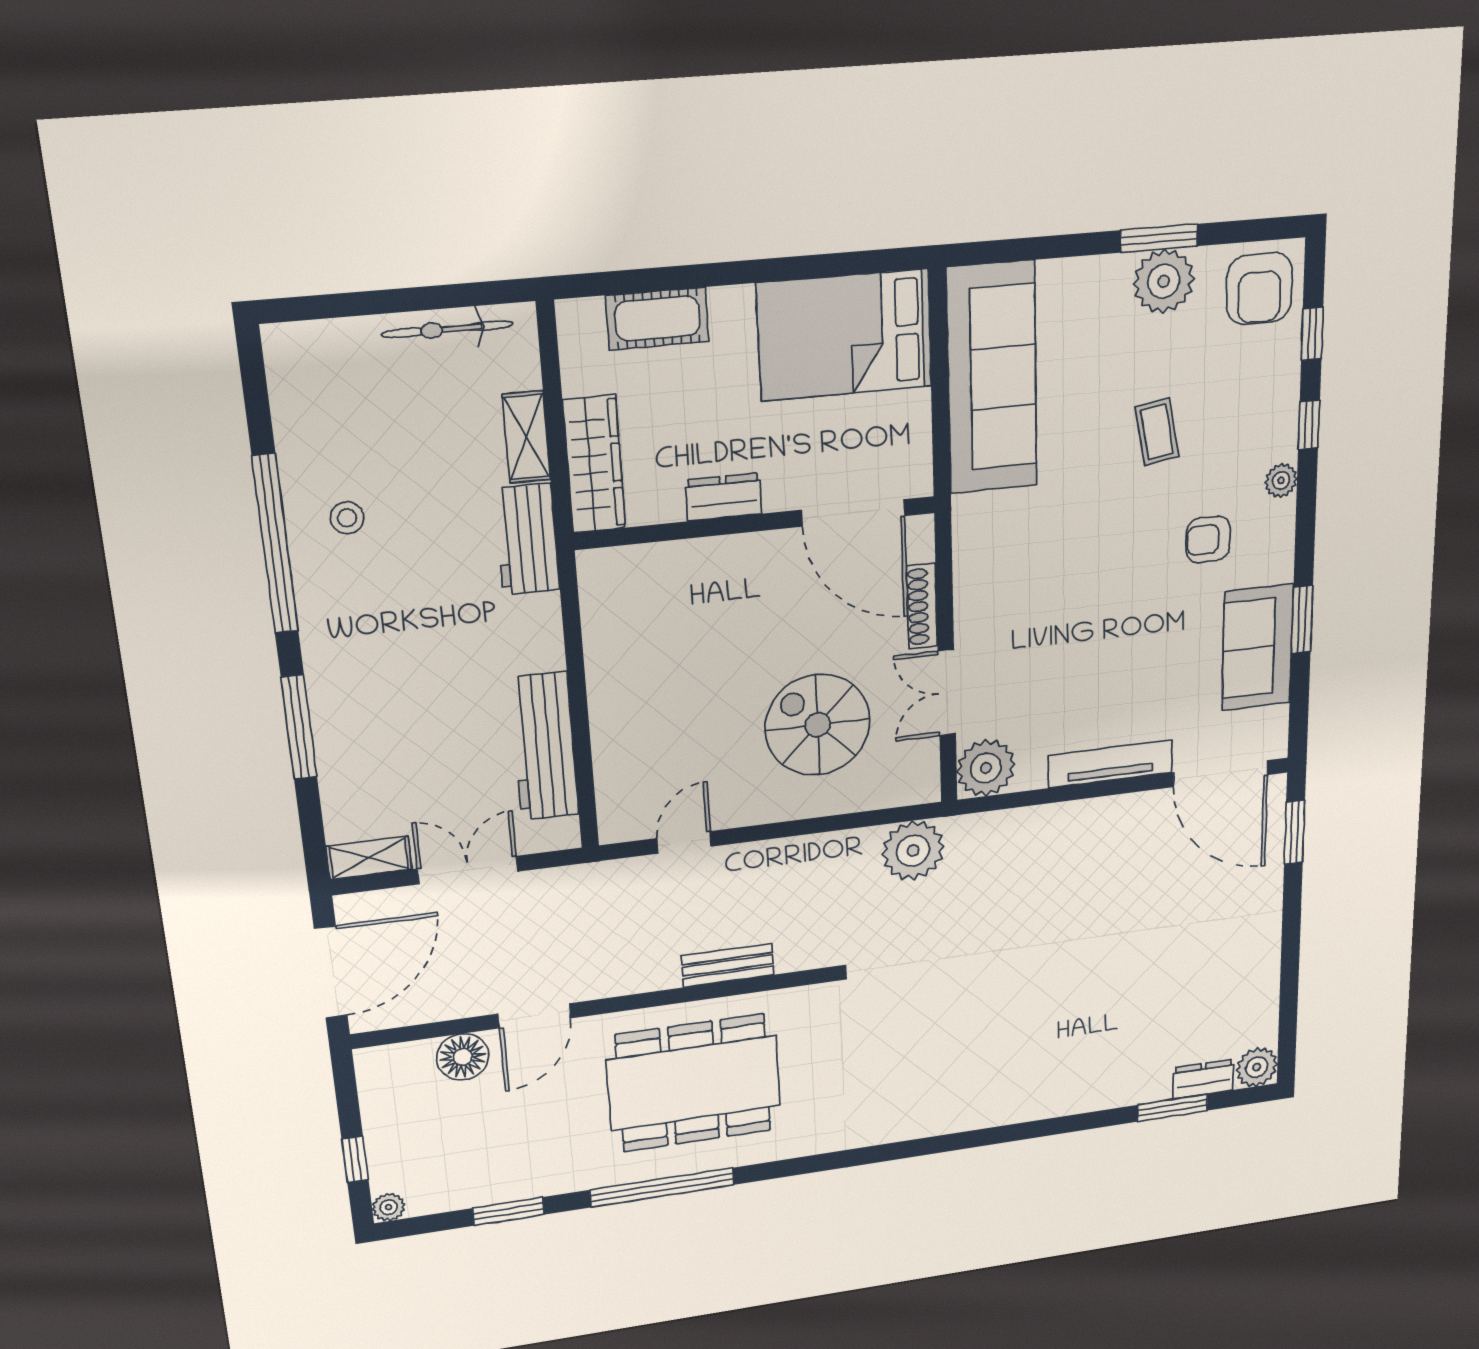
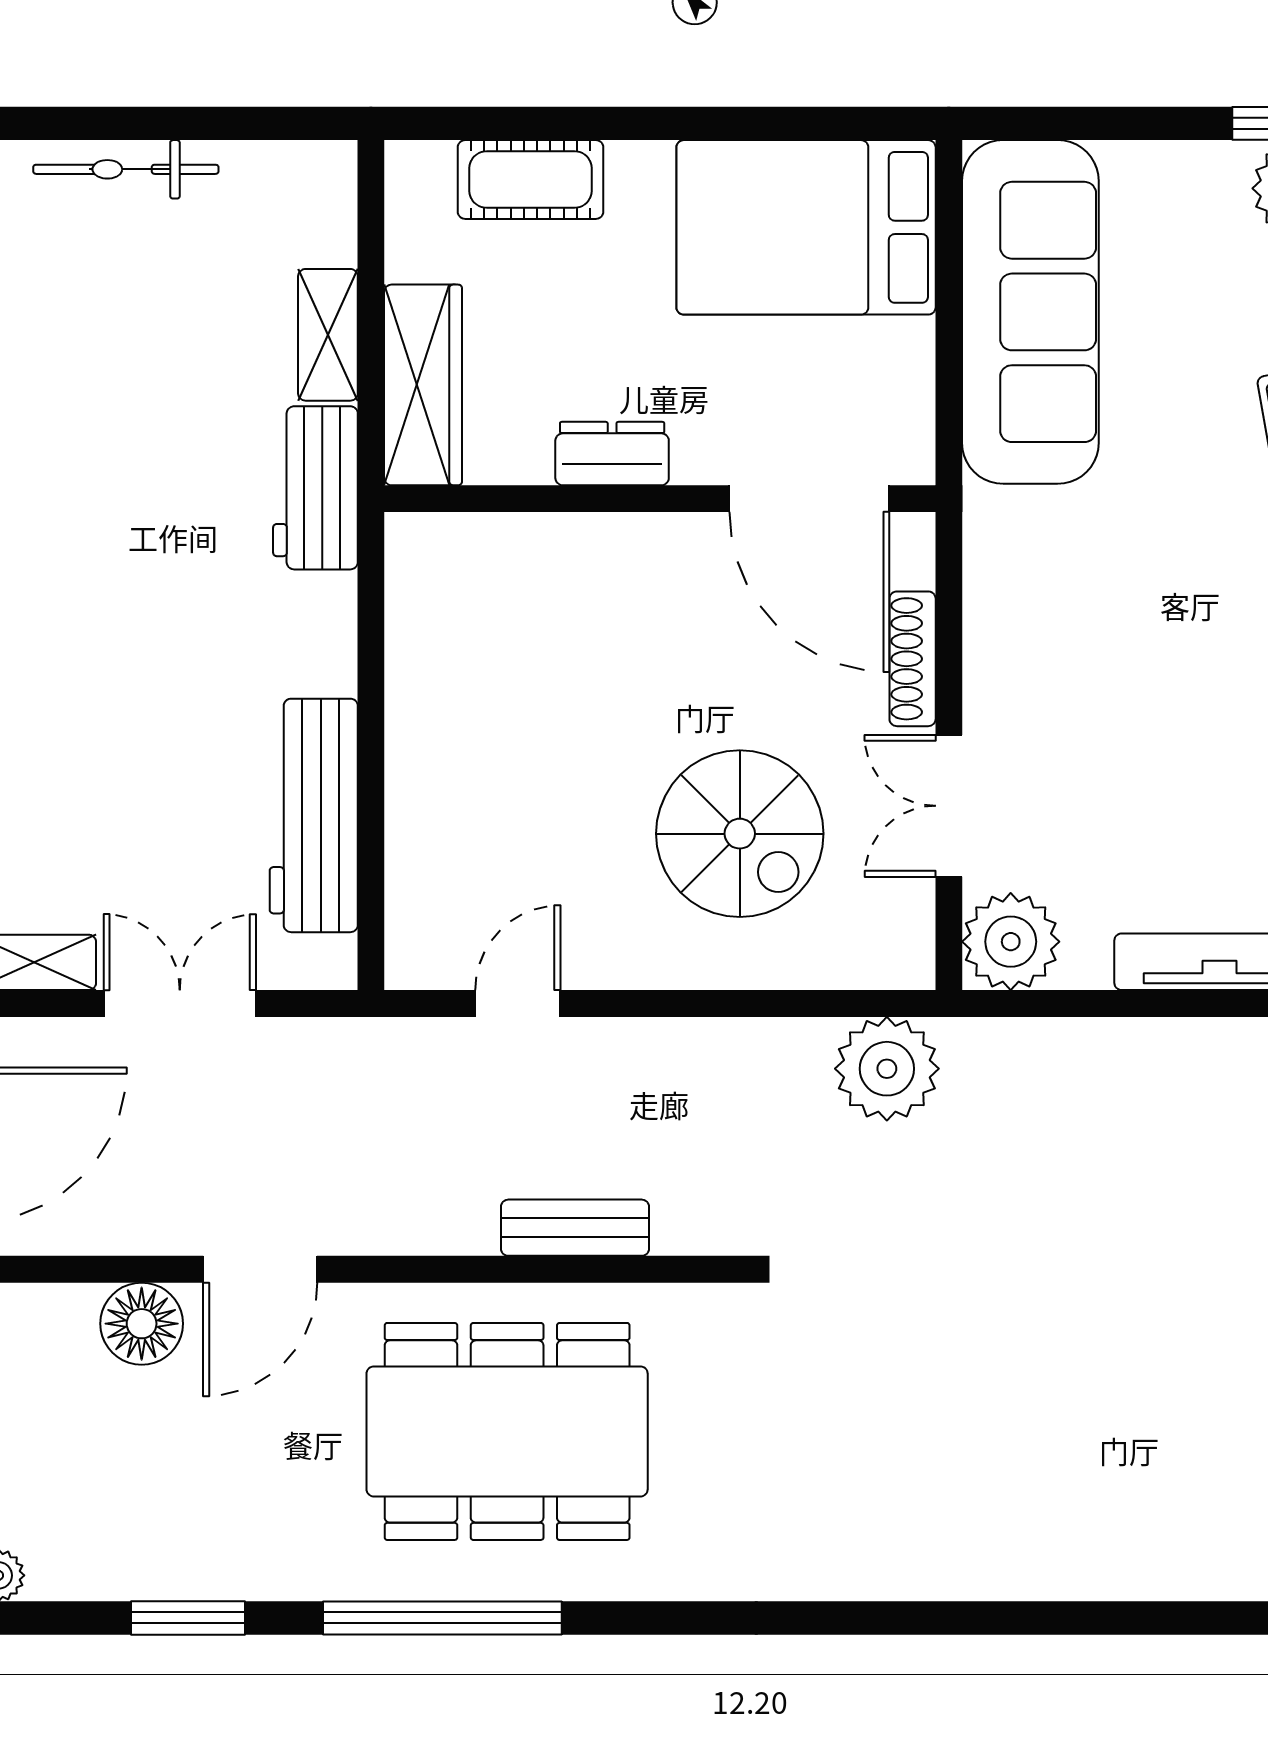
bicycle: (447, 329) -> (126, 169), moved
stool: (347, 518) -> (61, 429), removed
spiral stairs: (818, 725) -> (740, 834), turned 180

